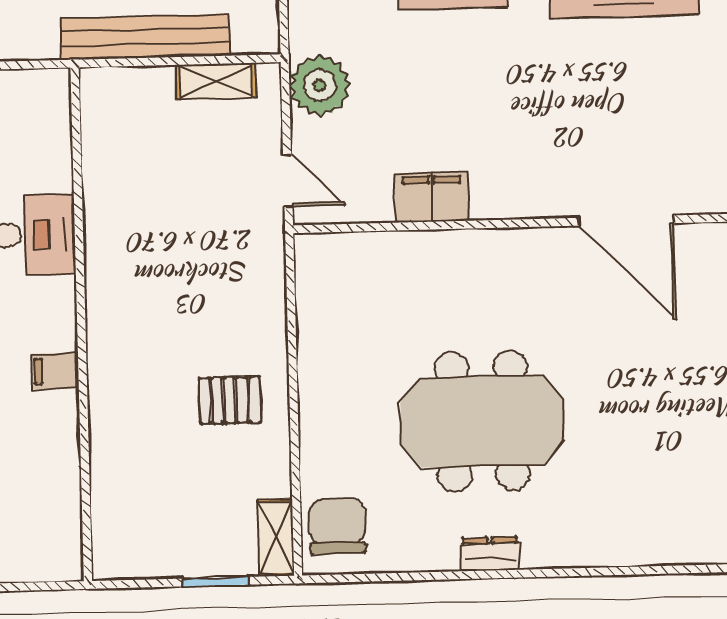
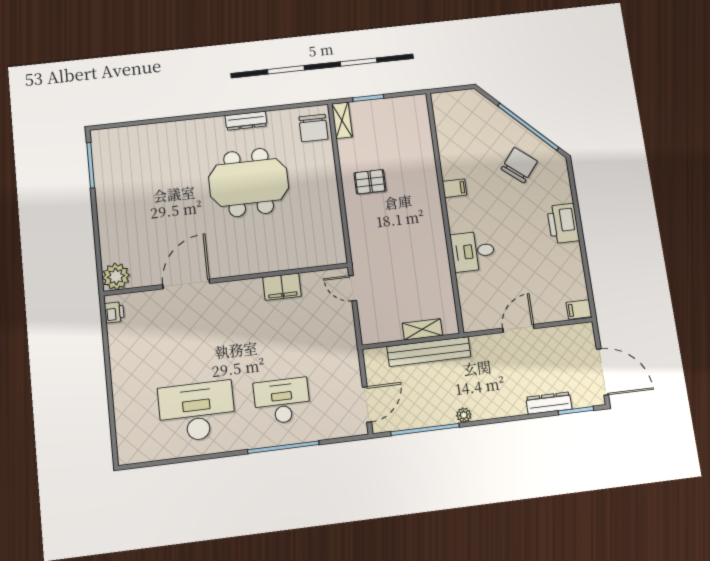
shelving: (216, 82) -> (422, 329), moved
plant: (320, 85) -> (341, 336), removed
door: (626, 220) -> (186, 284), hinge flipped
dresser: (490, 554) -> (246, 121), width x1.44

